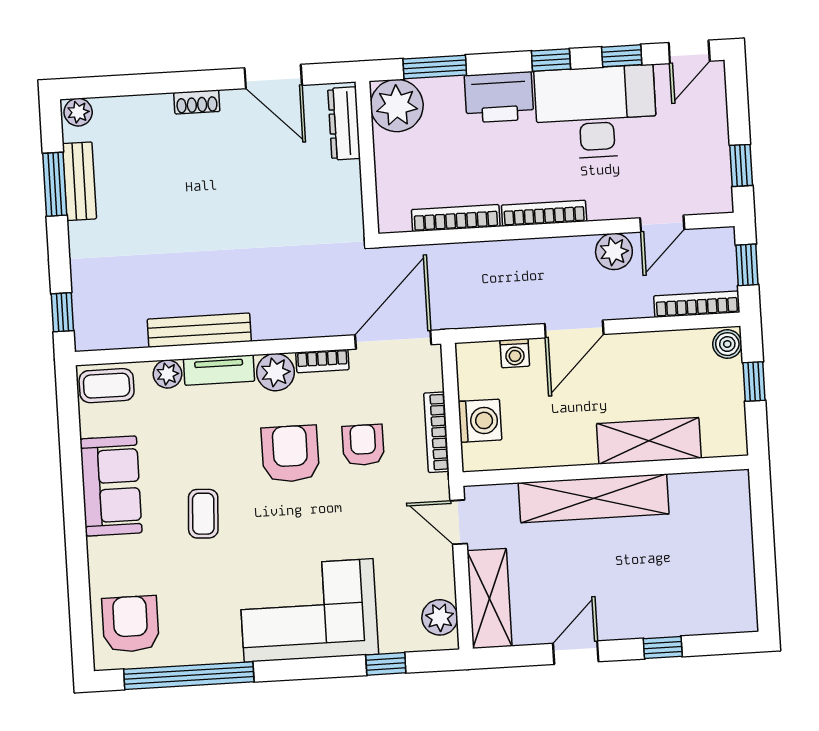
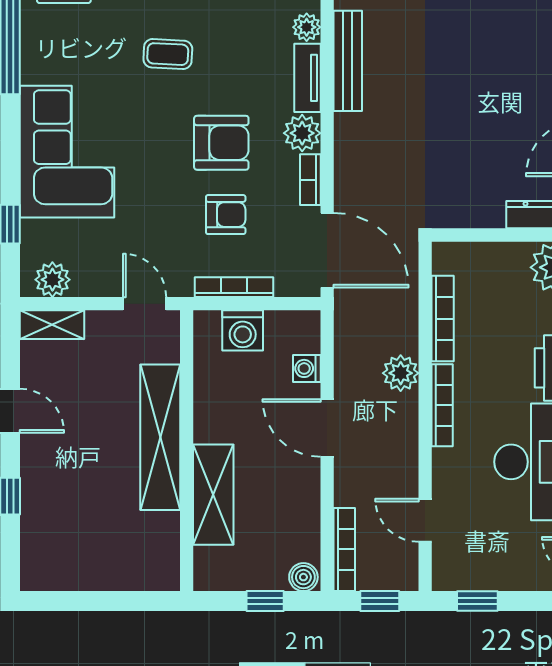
plant: (614, 251) -> (401, 373), moved
door: (459, 522) -> (145, 304), hinge flipped
shelving: (490, 598) -> (52, 325), width x0.67, depth x0.75

